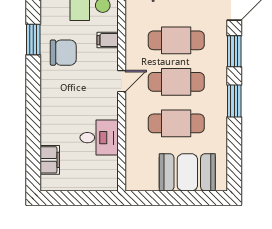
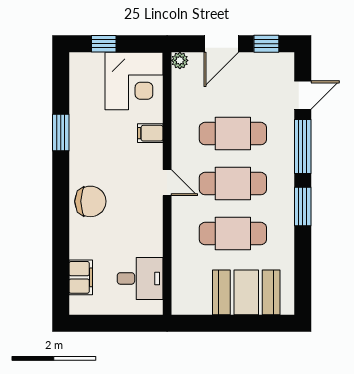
window: (234, 51) -> (303, 147), width x1.44
chair: (63, 53) -> (90, 201), moved
door: (122, 81) -> (167, 183), hinge flipped
desk: (99, 138) -> (140, 278), moved

